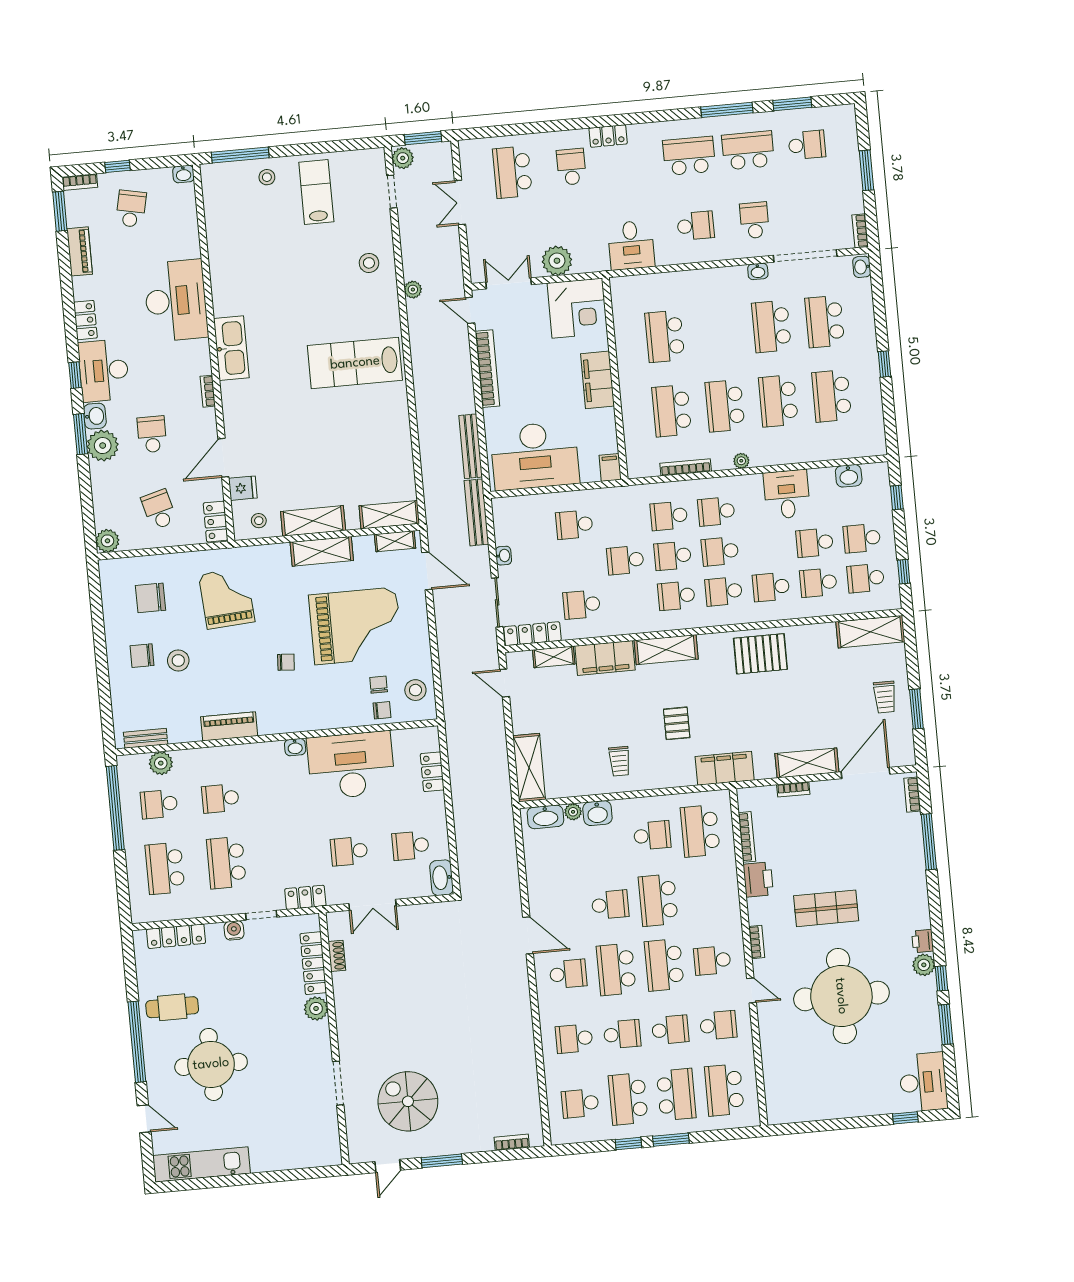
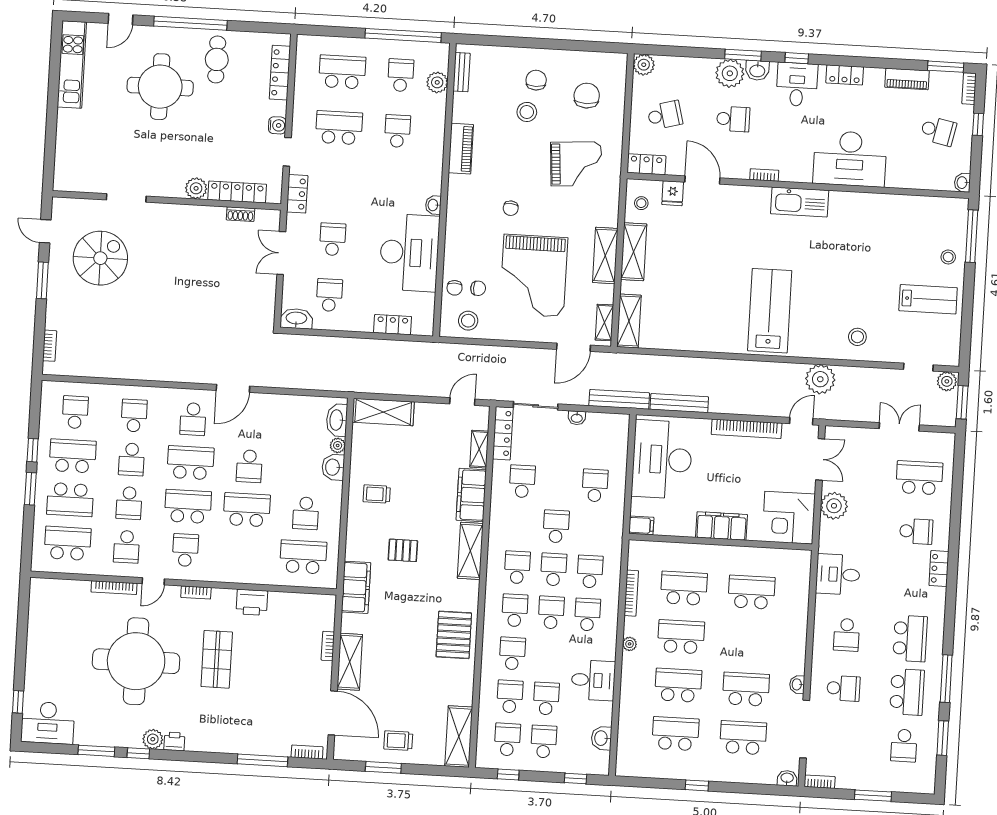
plant: (413, 290) -> (820, 379), width x1.87, depth x1.87
desk: (104, 371) -> (797, 84), width x0.73
bookcase: (747, 837) -> (114, 588), moved

